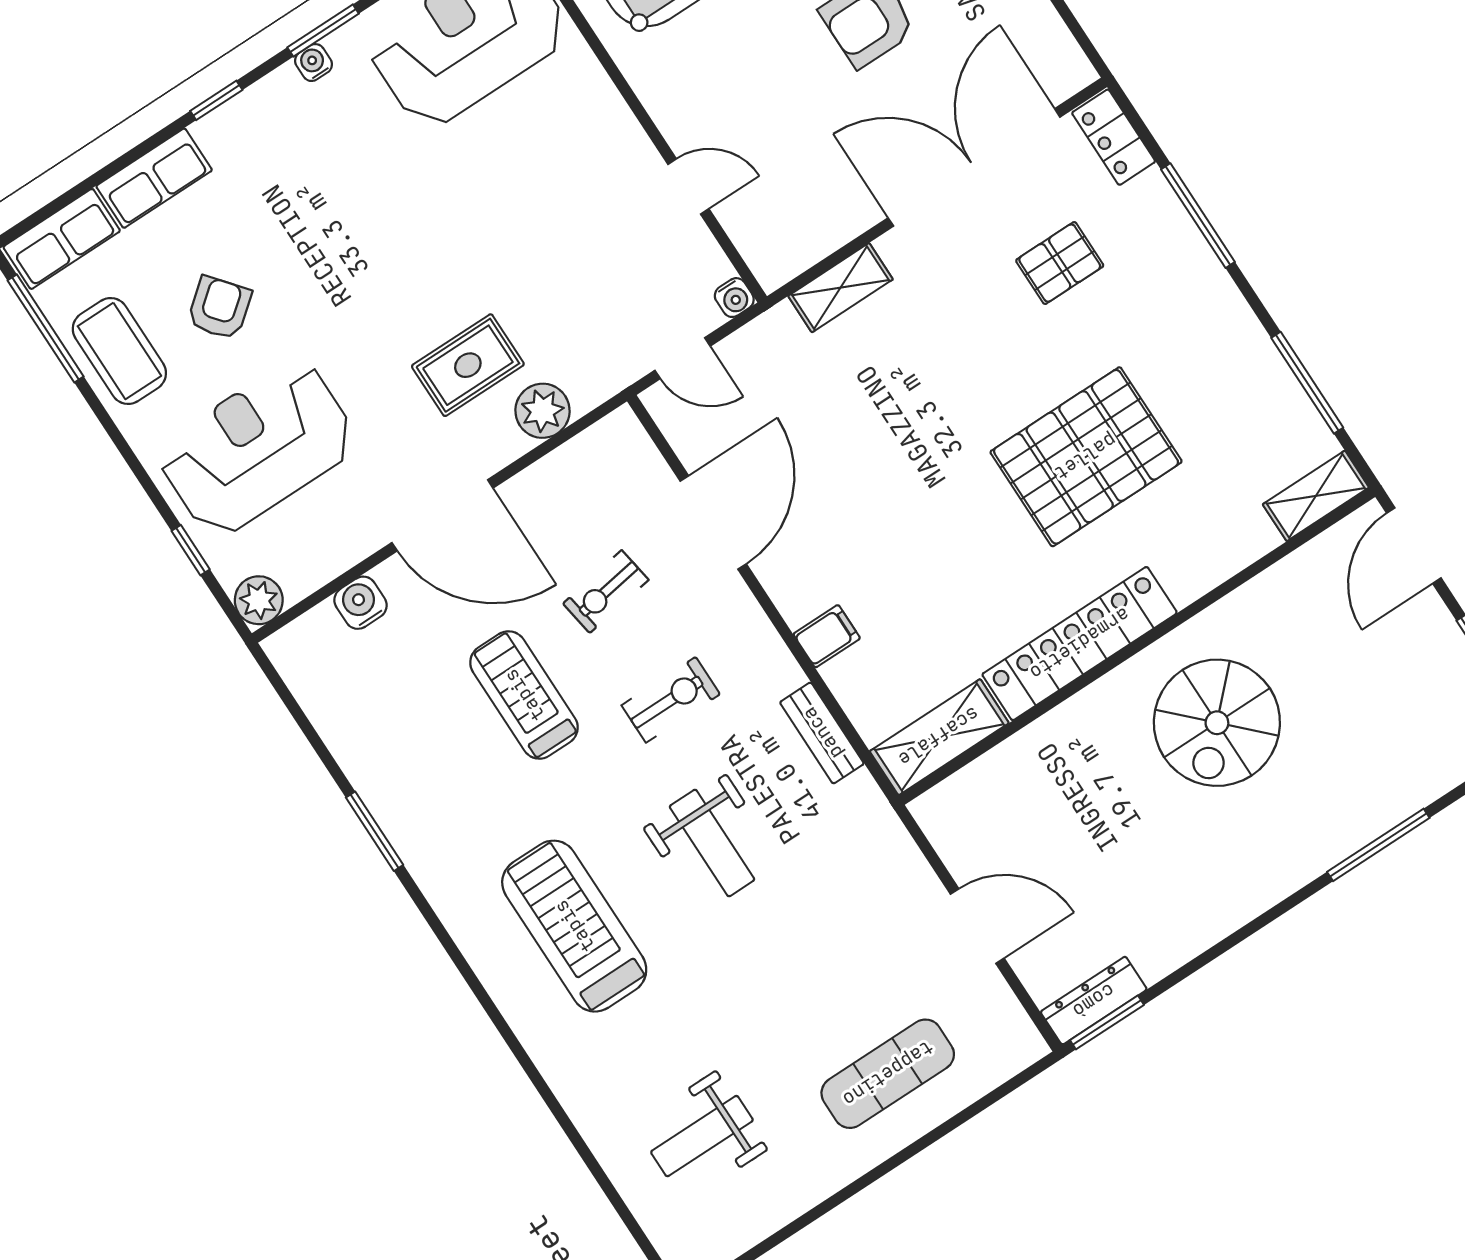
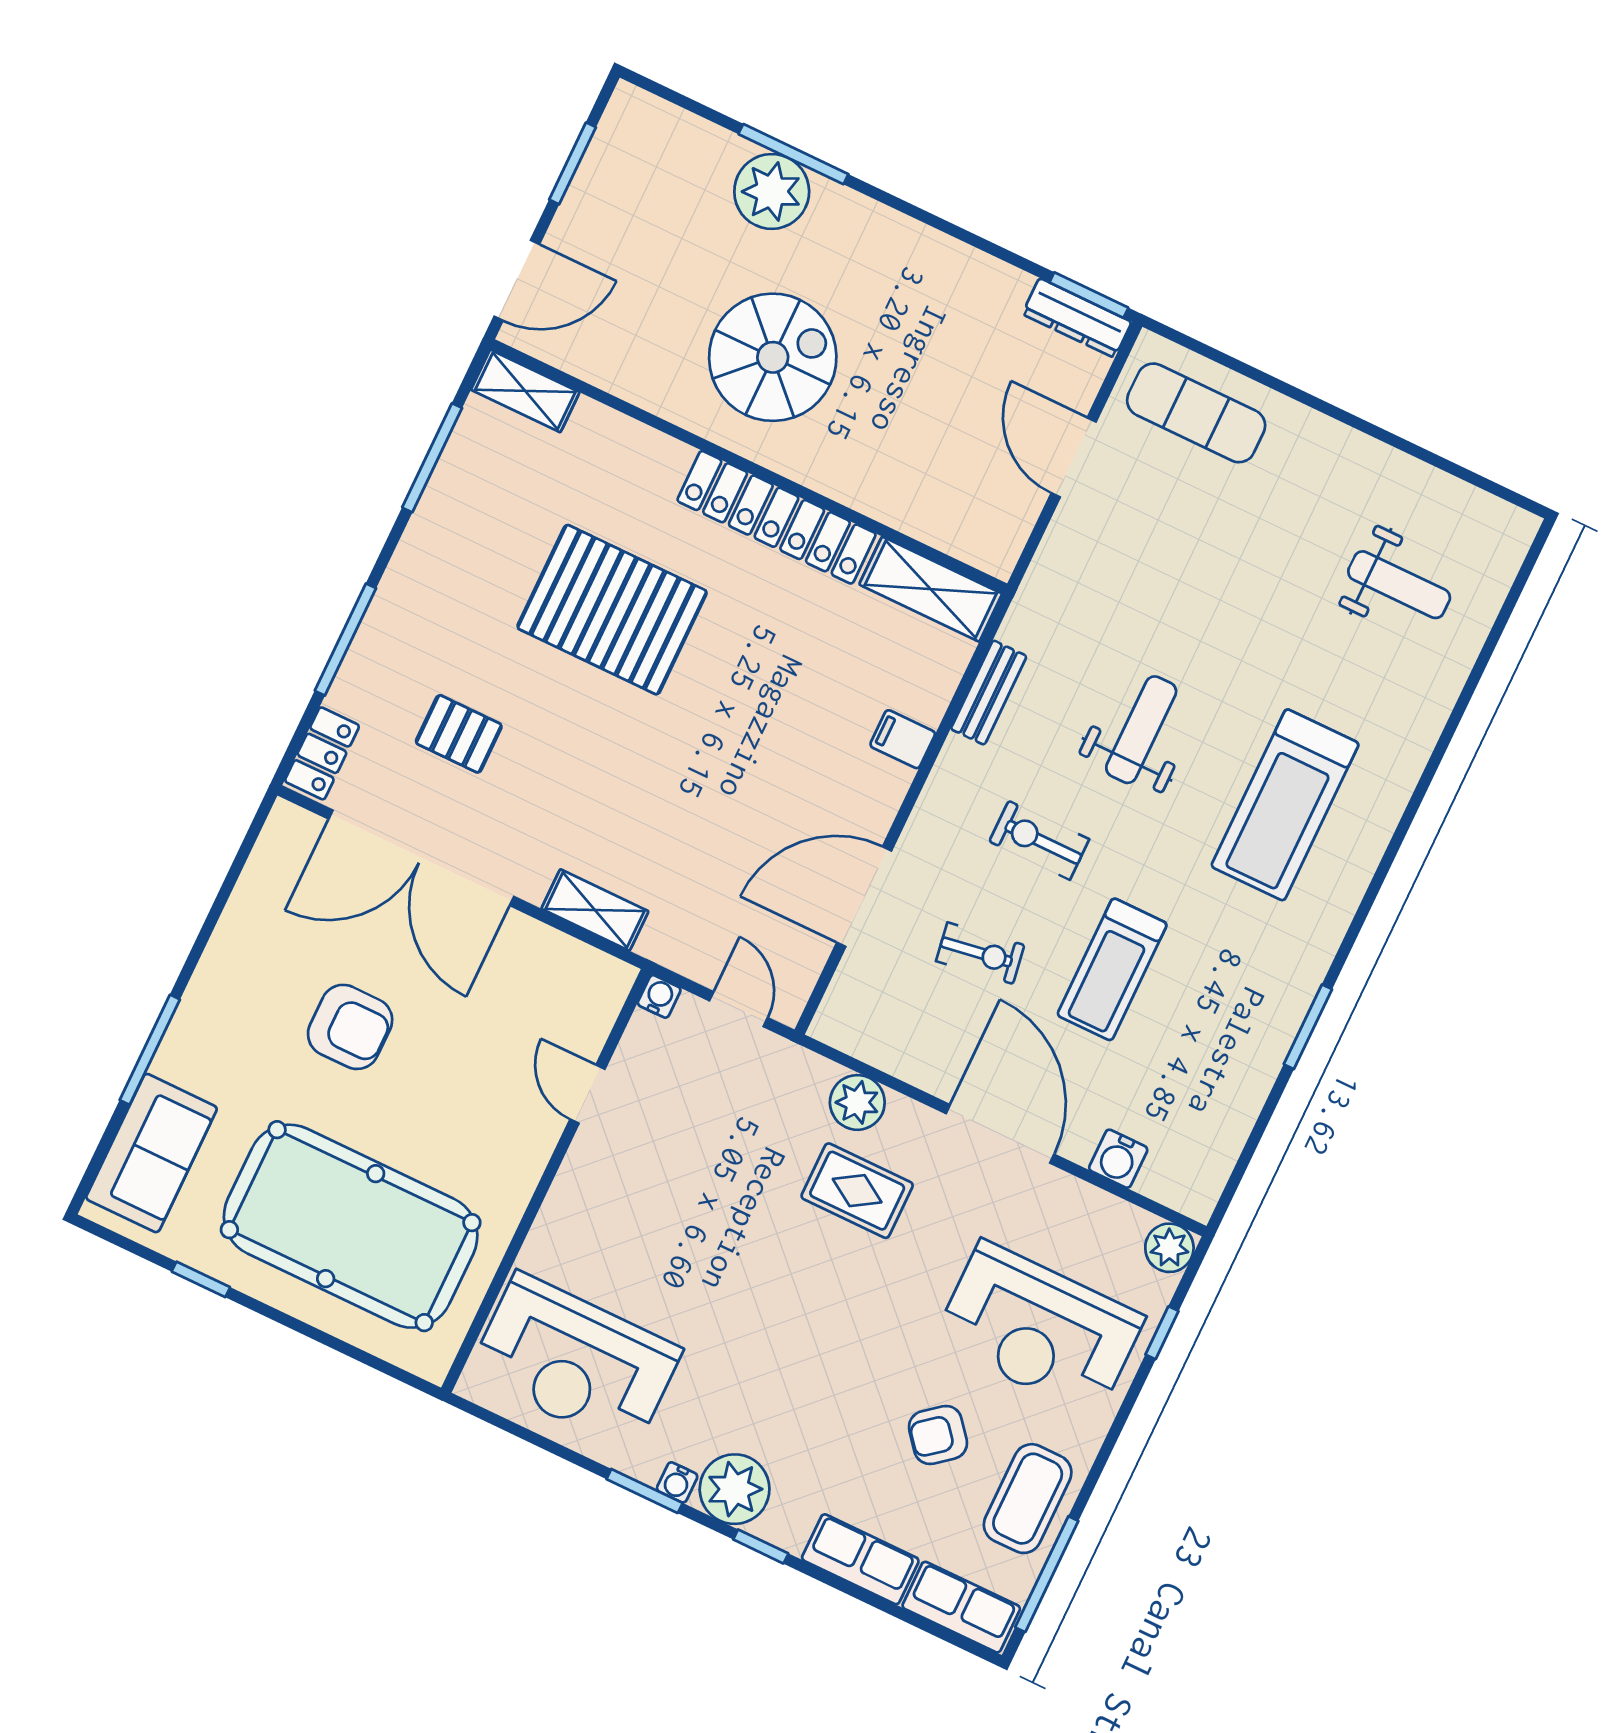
plant: (278, 108) -> (735, 1489), added
plant: (1358, 807) -> (772, 191), added
exercise mat: (888, 1074) -> (1196, 413), moved

